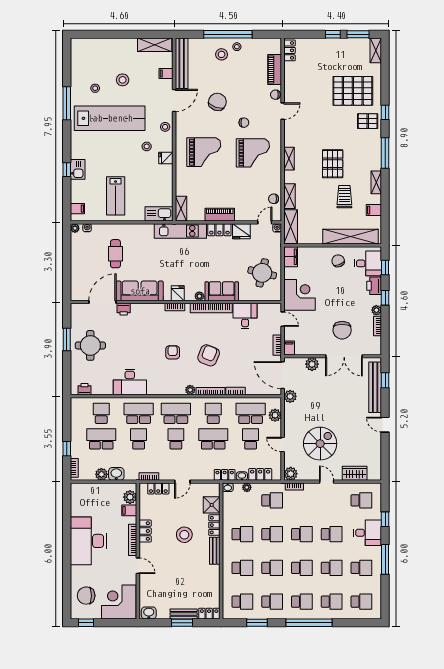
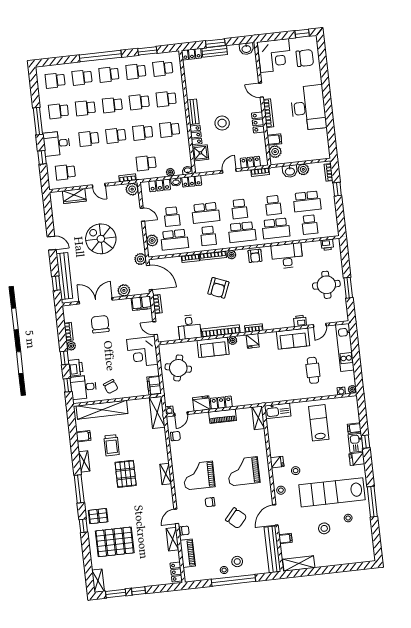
chair: (217, 102) -> (236, 518), turned -69
fridge: (78, 152) -> (357, 459), added
shelving: (289, 196) -> (172, 539), moved
filing cabinet: (77, 209) -> (354, 428), moved
kitchen unit: (180, 231) -> (345, 347), moved, turned -90
sofa: (140, 291) -> (293, 339), width x0.73
door: (102, 302) -> (320, 325), width x0.53
filing cabinet: (289, 348) -> (141, 303), width x2.00
armchair: (173, 352) -> (255, 256), moved
spiral stairs: (320, 444) -> (101, 239), moved, turned 90

